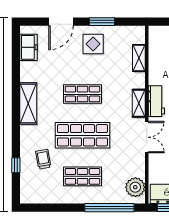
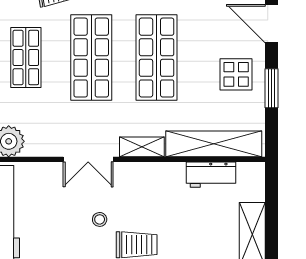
shelving: (139, 58) -> (214, 144), width x2.20, depth x1.33
shop shelf: (82, 94) -> (157, 58), width x1.43, depth x1.36
workbench: (156, 101) -> (211, 175), moved

